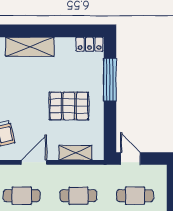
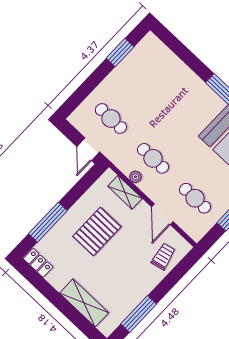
pallet: (69, 106) -> (97, 232), turned 90
door: (34, 162) -> (162, 214), hinge flipped
plant: (78, 171) -> (135, 177), added

